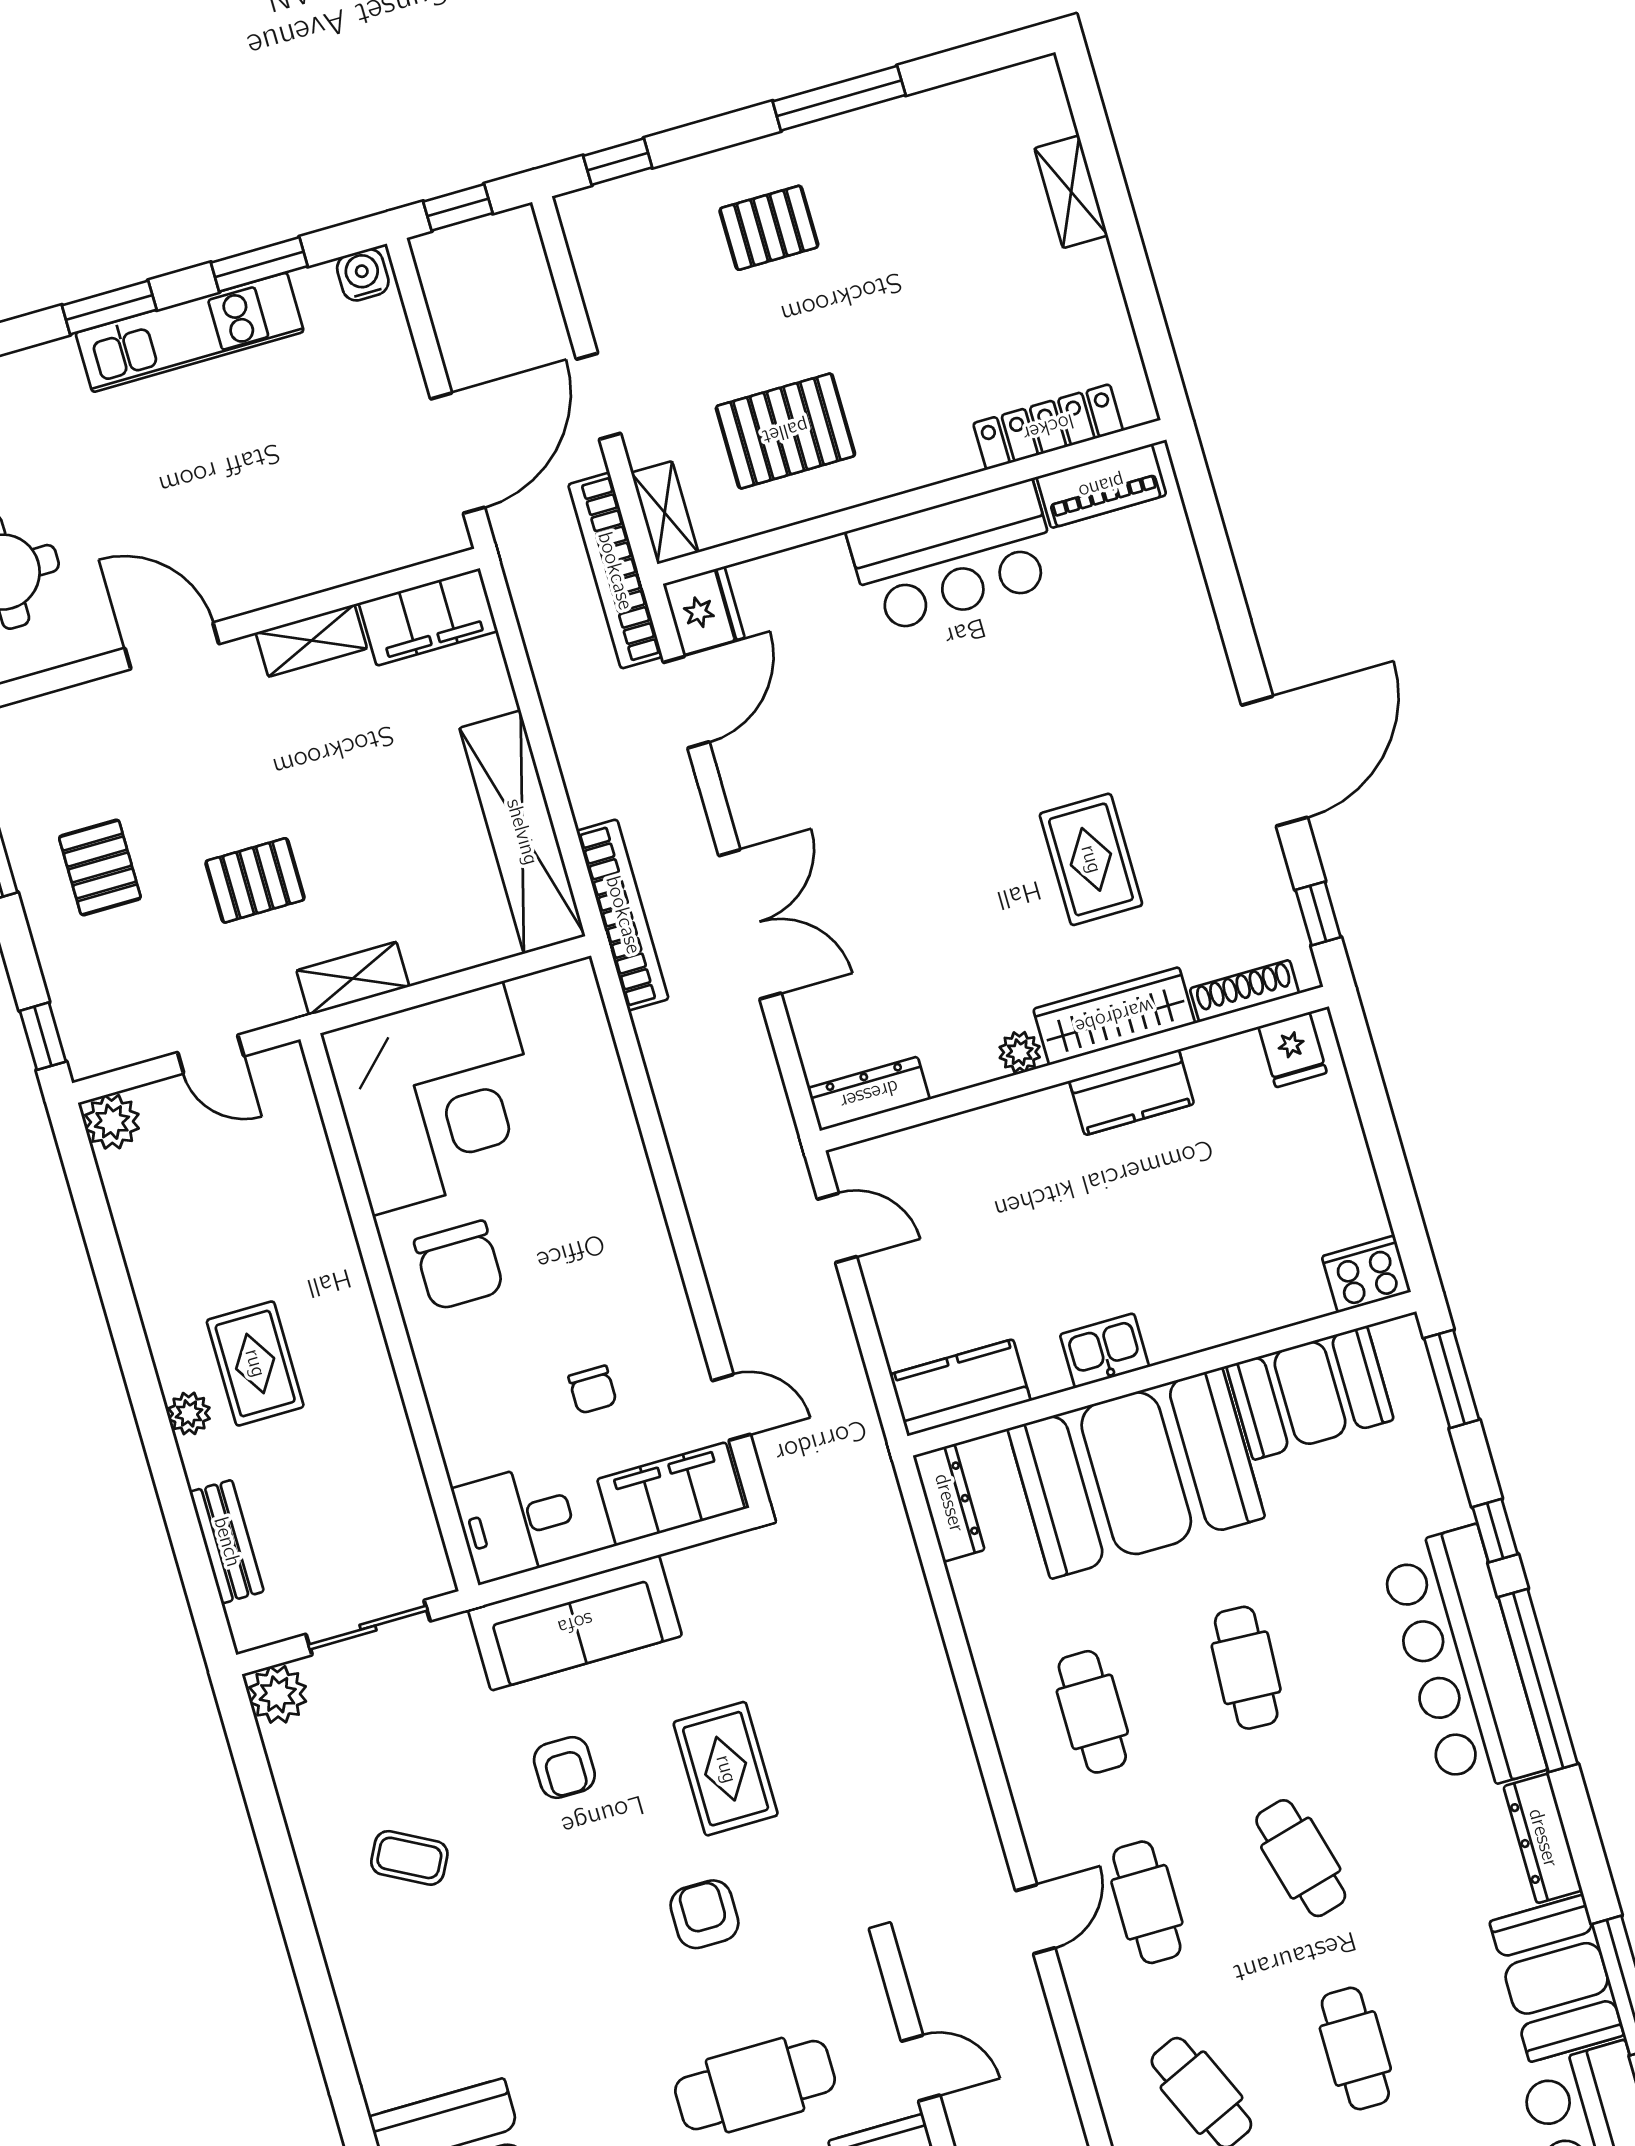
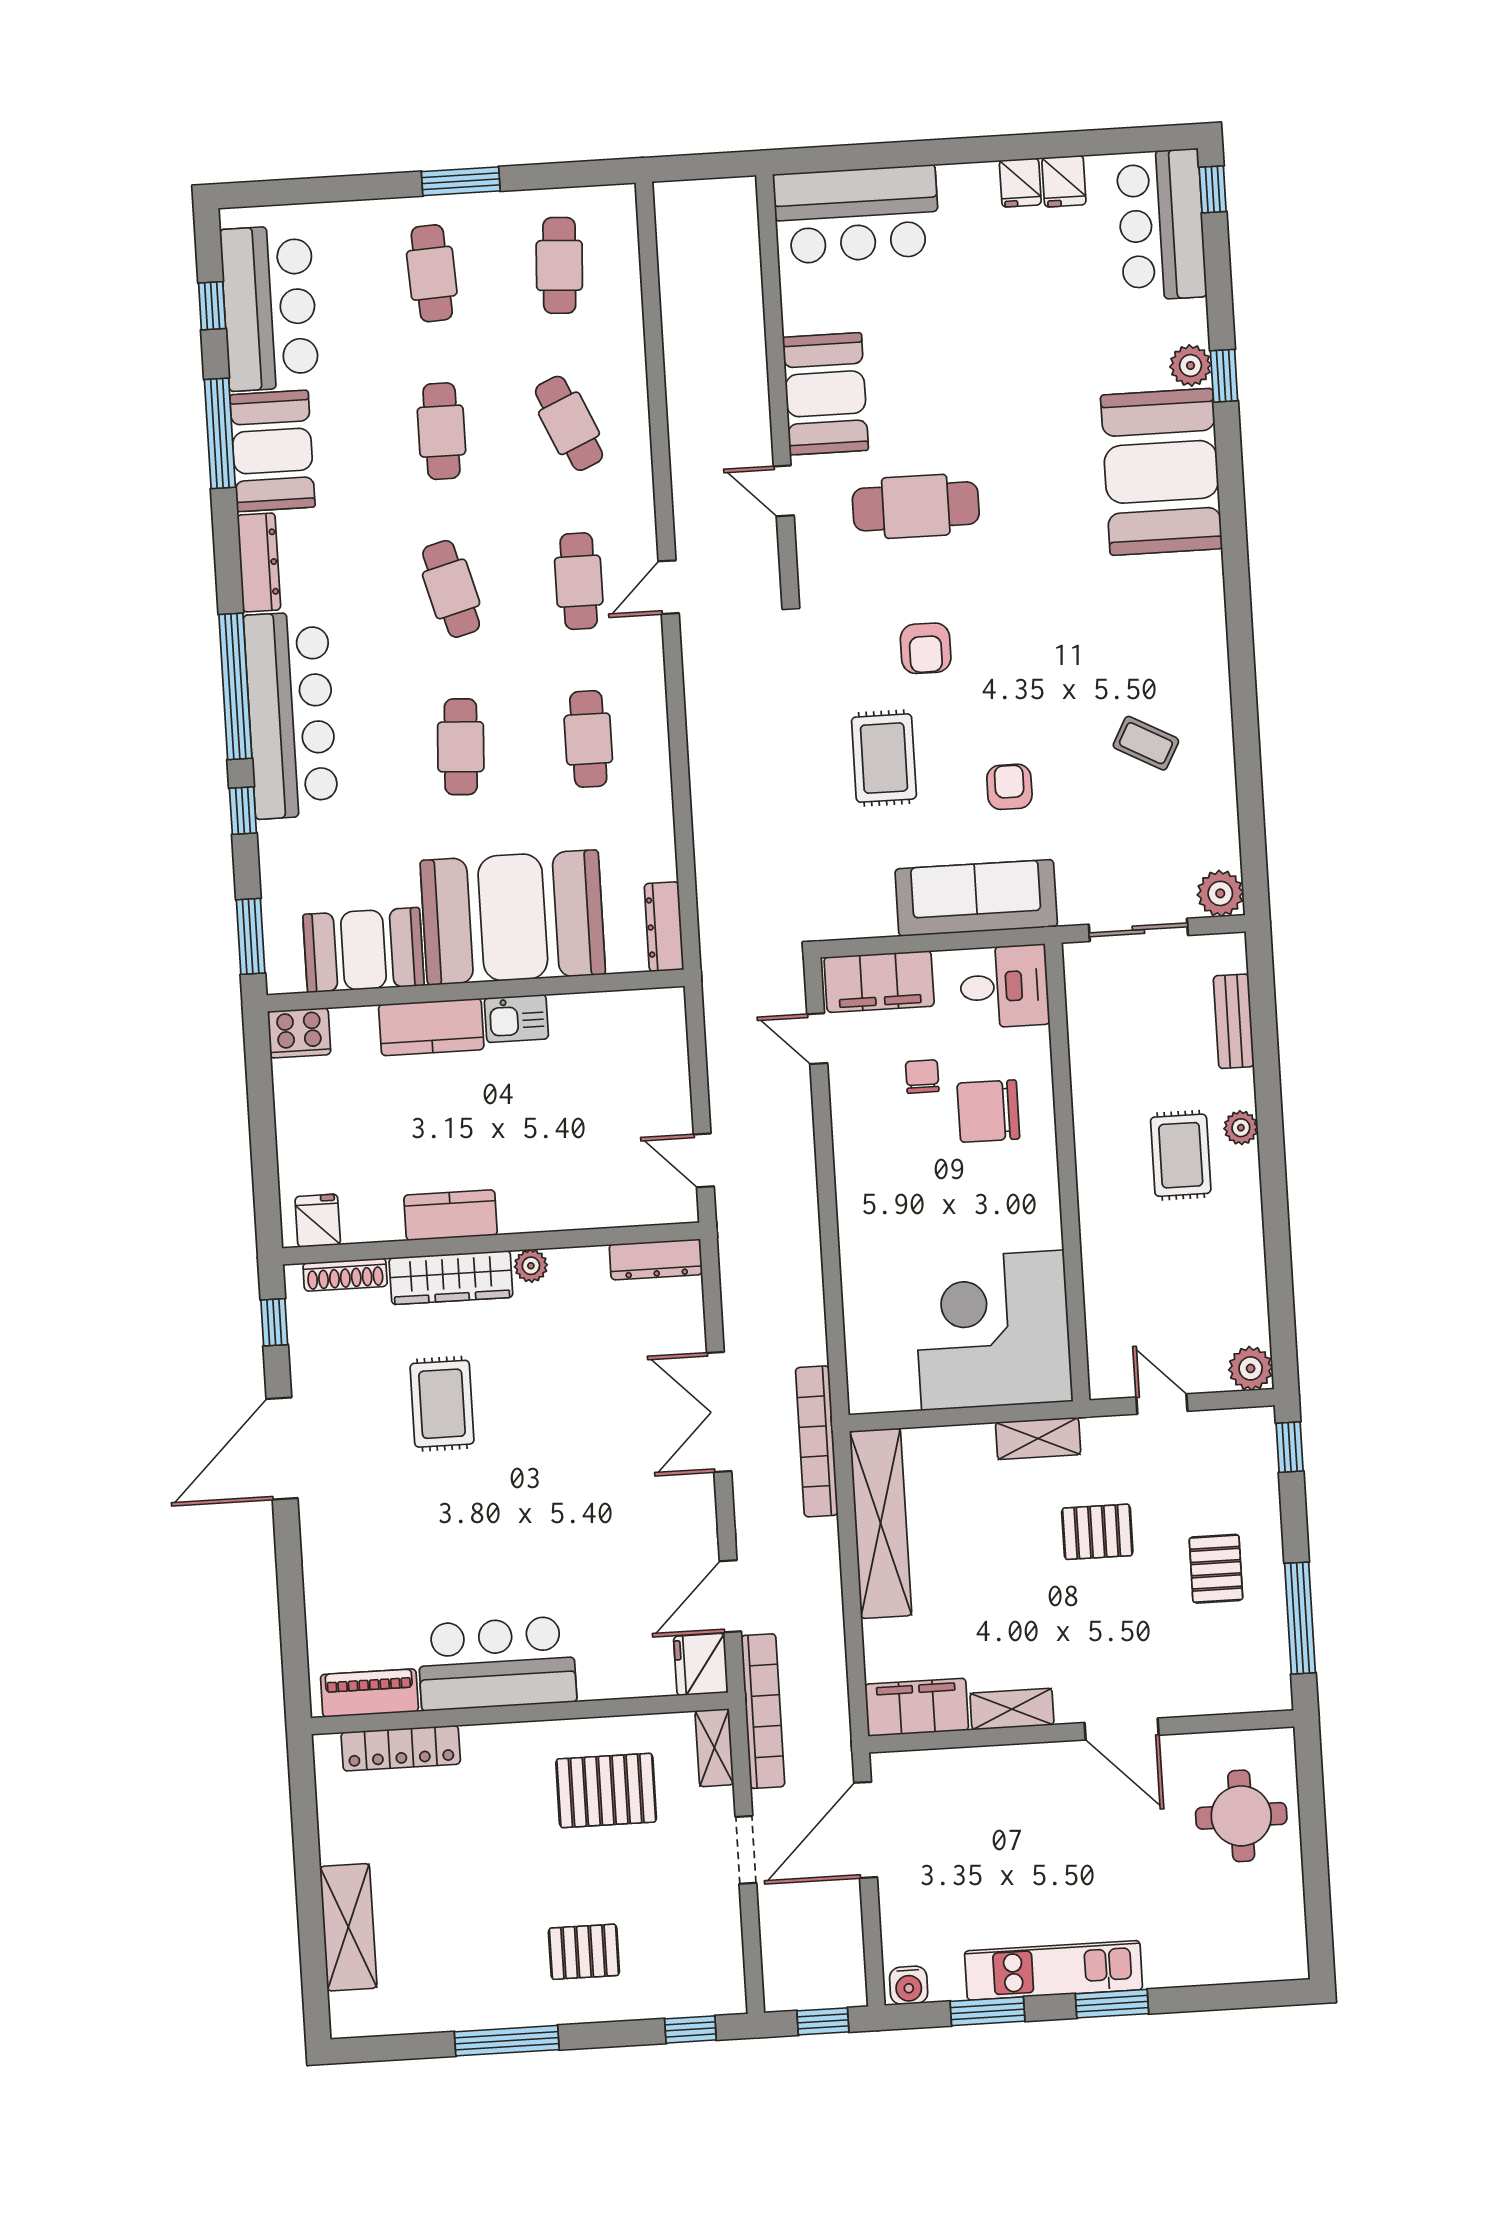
shelving: (1071, 192) -> (348, 1927), width x1.50, depth x1.33
chair: (459, 1265) -> (988, 1111), moved, turned -90
kitchen counter: (960, 1388) -> (431, 1027), moved

